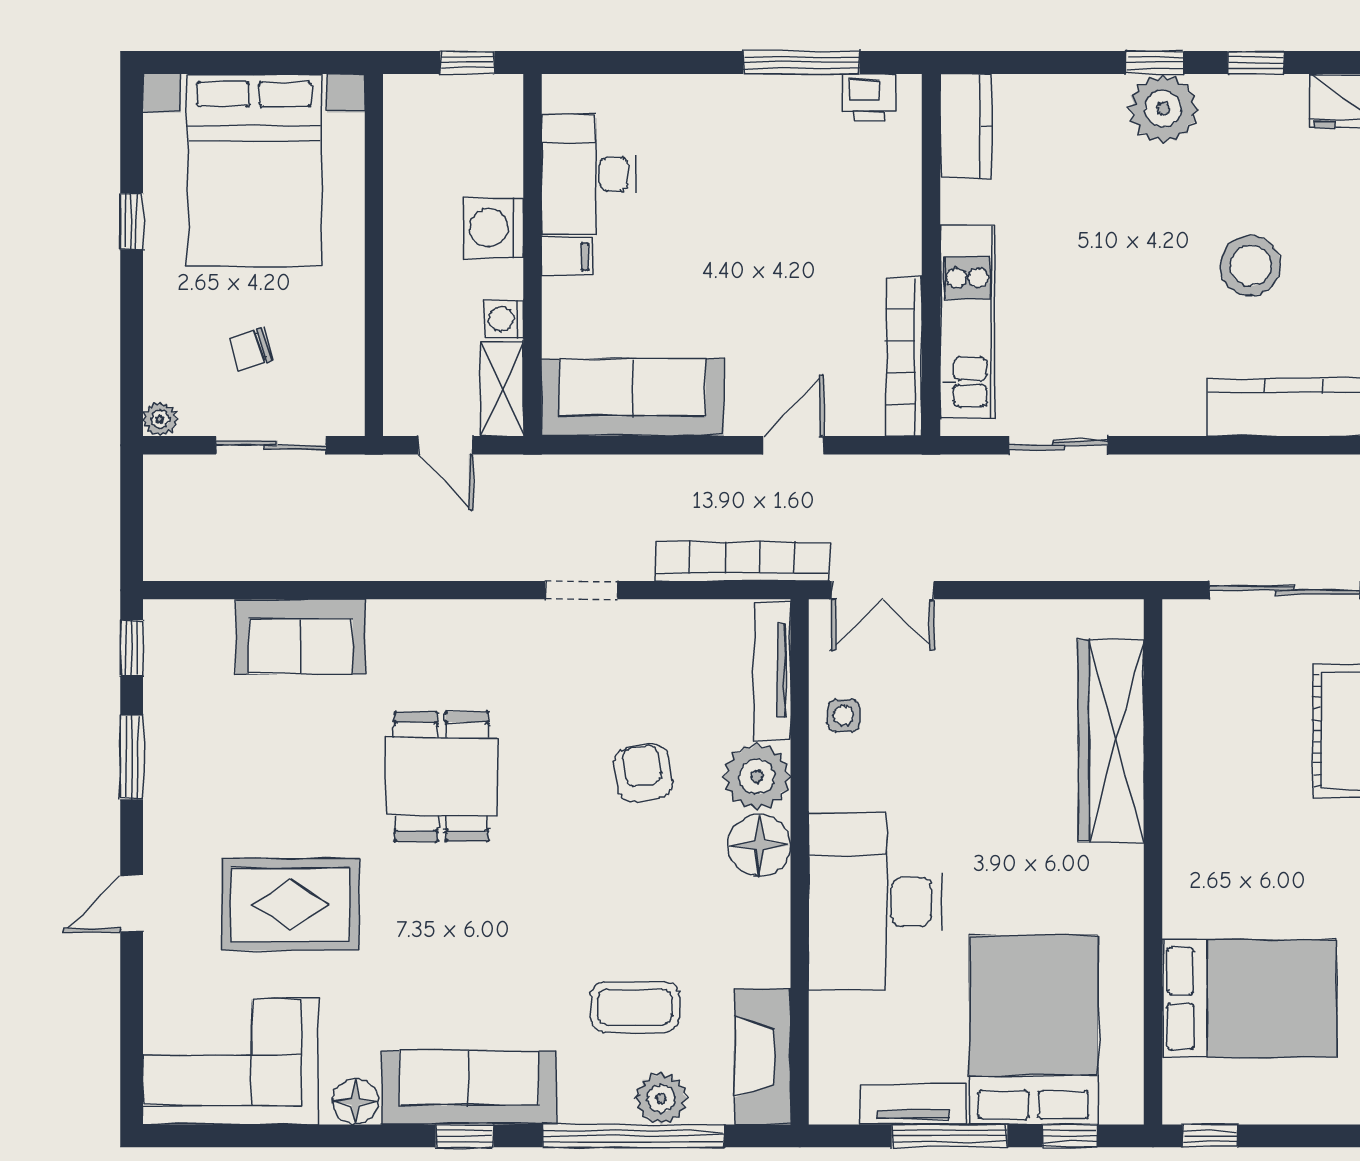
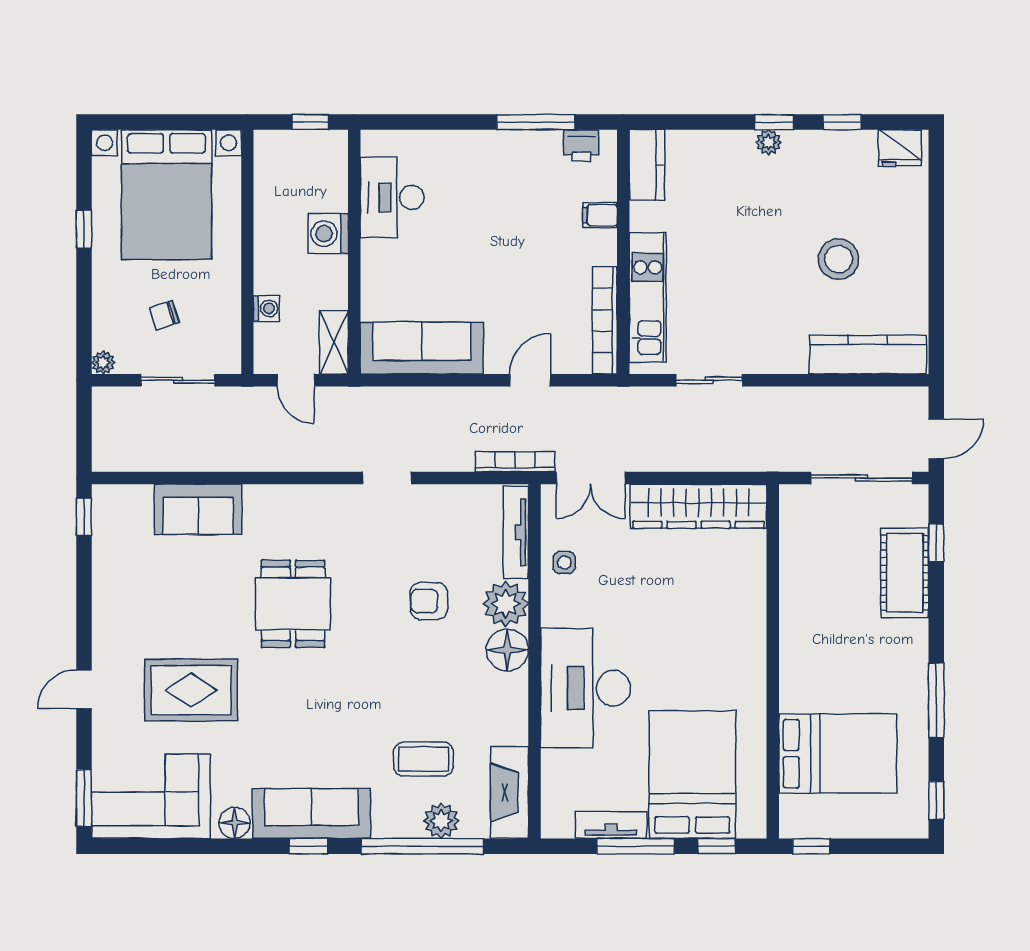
plant: (1163, 109) -> (769, 142), width x0.53, depth x0.53
filing cabinet: (567, 256) -> (600, 215), moved, turned 180
washing machine: (504, 319) -> (266, 308), moved, turned 180
bookcase: (742, 561) -> (515, 462), width x0.68, depth x0.76
wardrobe: (1111, 741) -> (699, 506), moved, turned -90
window: (132, 757) -> (84, 798), moved
armchair: (643, 773) -> (429, 601), turned -80

